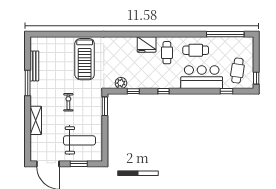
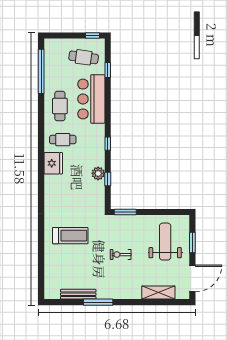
treadmill: (85, 59) -> (70, 236), width x0.73, depth x0.73
plant: (121, 83) -> (98, 173), moved
shelving: (36, 120) -> (158, 293), moved

